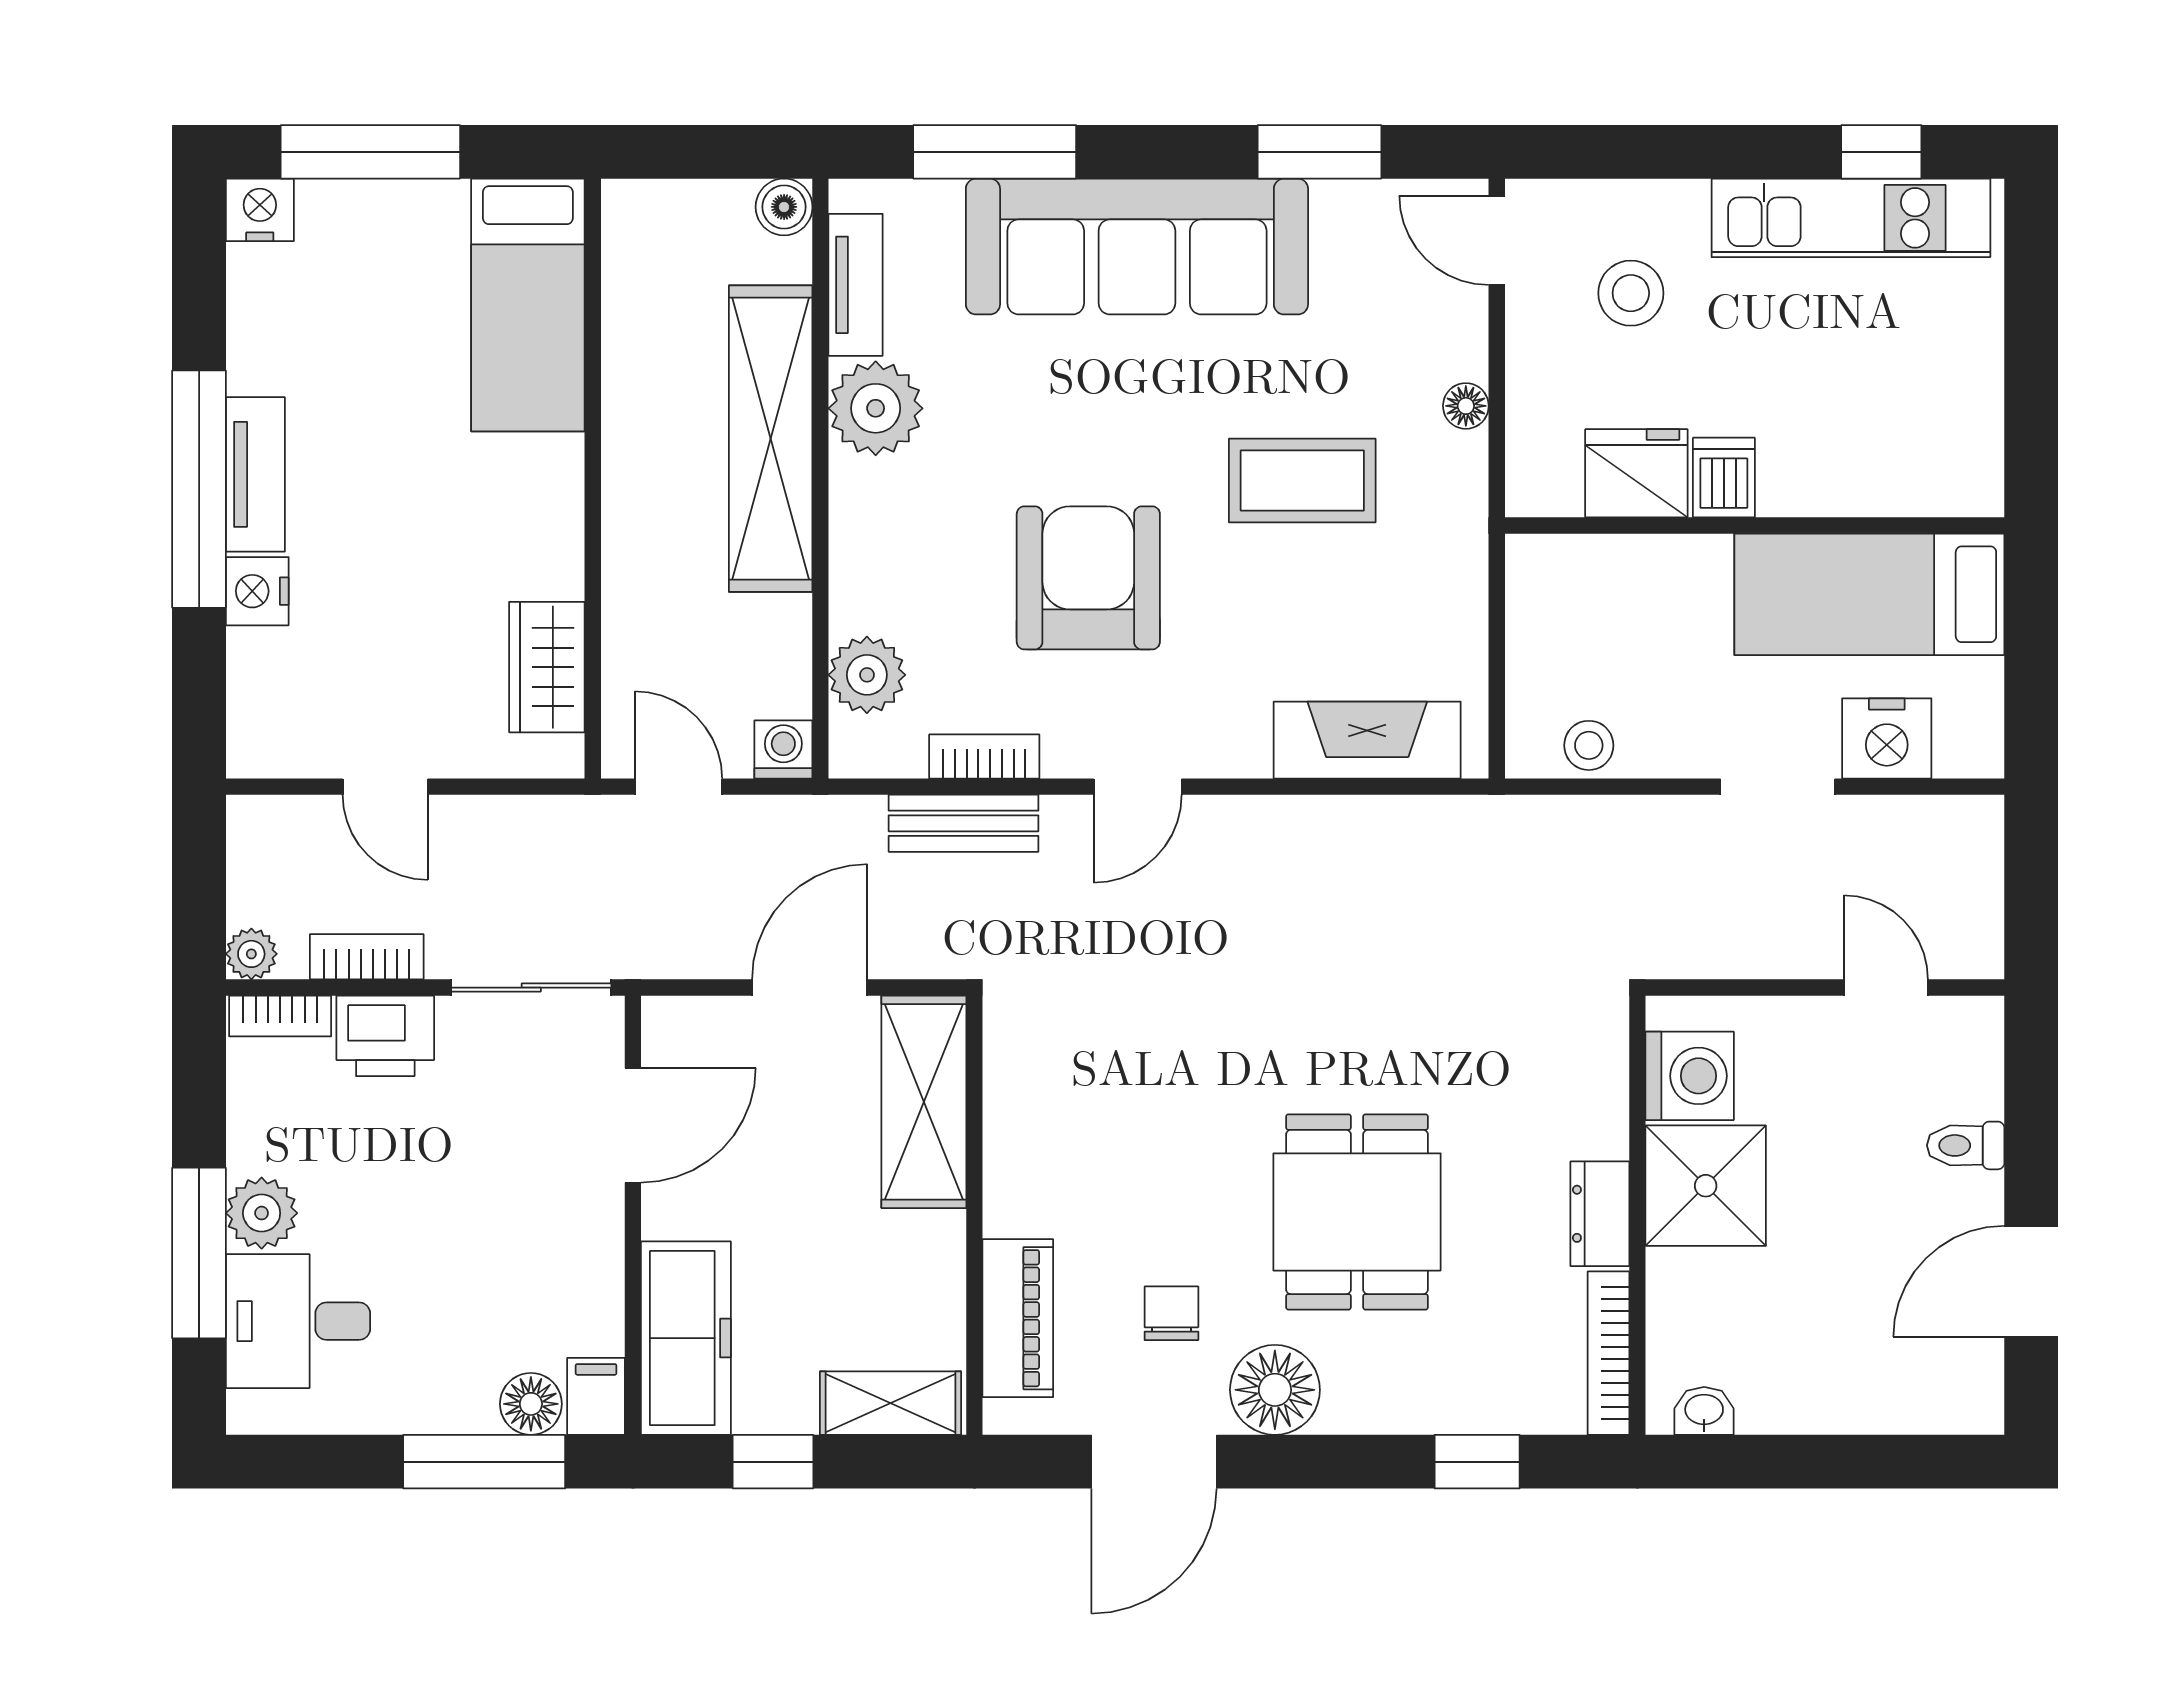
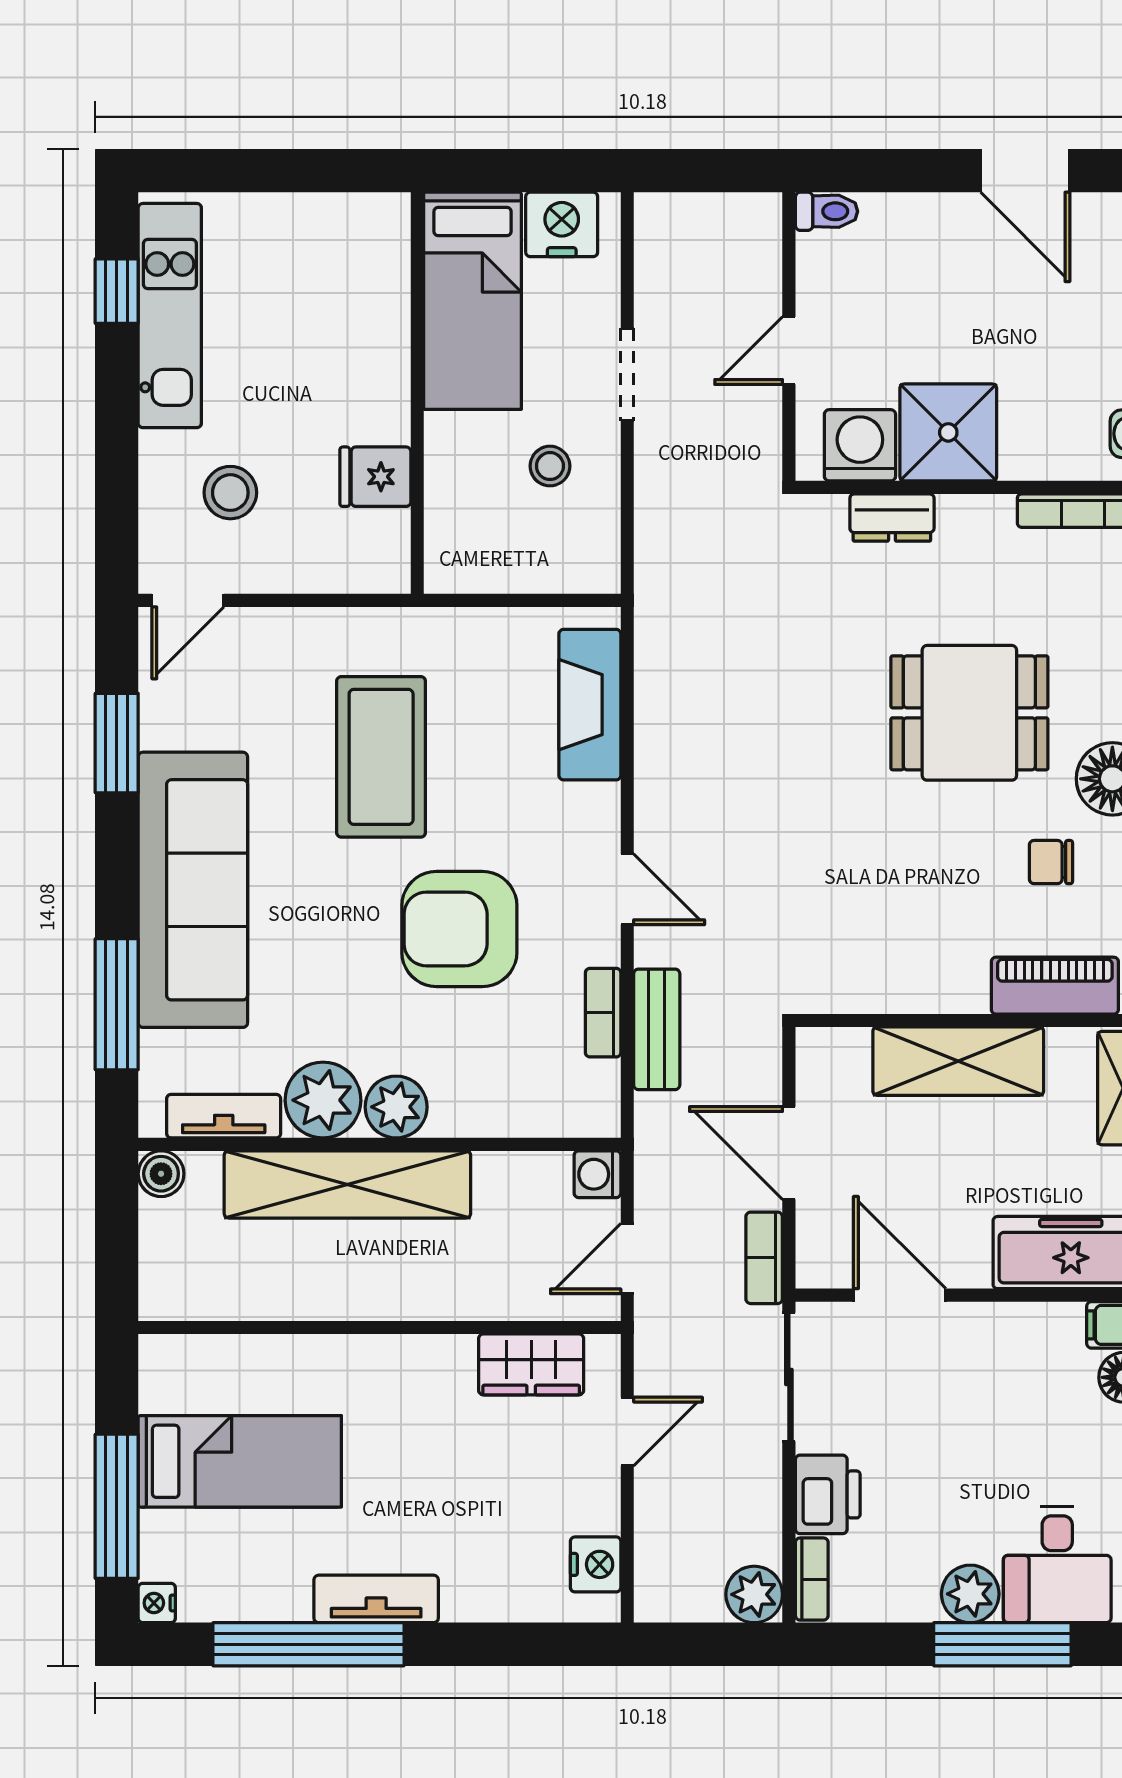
nightstand: (260, 210) -> (157, 1603), width x0.72, depth x0.74
bed: (528, 305) -> (240, 1461), moved
floor lamp: (1466, 406) -> (321, 625), removed
fridge: (1636, 473) -> (375, 477), width x0.72
dishwasher: (1724, 478) -> (379, 418), removed
coffee table: (1302, 480) -> (381, 757), width x1.36, depth x1.32
window: (199, 489) -> (309, 1644), moved
nightstand: (257, 591) -> (596, 1564), moved, turned -90
plant: (867, 675) -> (396, 1107), moved
nightstand: (1887, 738) -> (562, 224), moved, turned -90
stool: (1589, 745) -> (550, 466), moved
door: (385, 787) -> (627, 1431), moved
plant: (251, 954) -> (754, 1594), width x1.38, depth x1.38
bookcase: (367, 957) -> (764, 1258), moved
door: (1886, 988) -> (789, 351), moved
shelving: (924, 1102) -> (958, 1061), moved
toilet: (1966, 1145) -> (827, 211), moved, turned -90
dresser: (1600, 1214) -> (892, 517), moved

